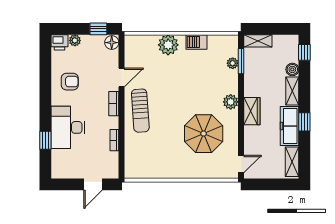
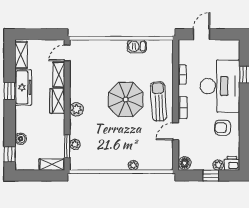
window: (98, 29) -> (211, 175), moved
barbecue: (196, 42) -> (137, 46), moved, turned 180
plant: (168, 45) -> (133, 165), width x0.53, depth x0.53
shelving: (292, 91) -> (59, 75), moved
desk: (68, 127) -> (220, 86), width x1.36, depth x1.30
parasol: (204, 134) -> (126, 99), moved

